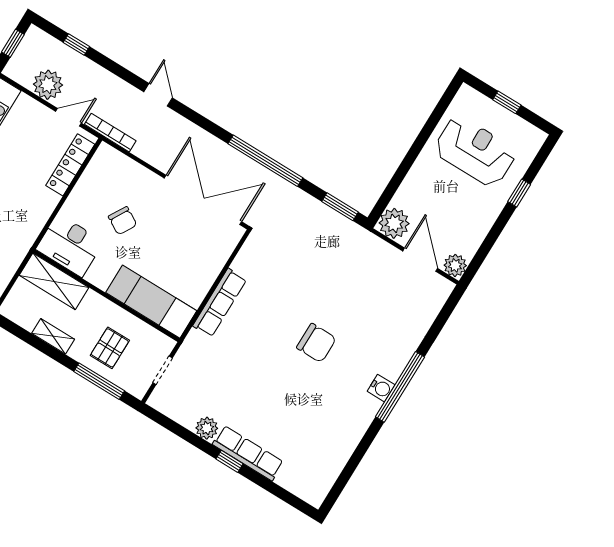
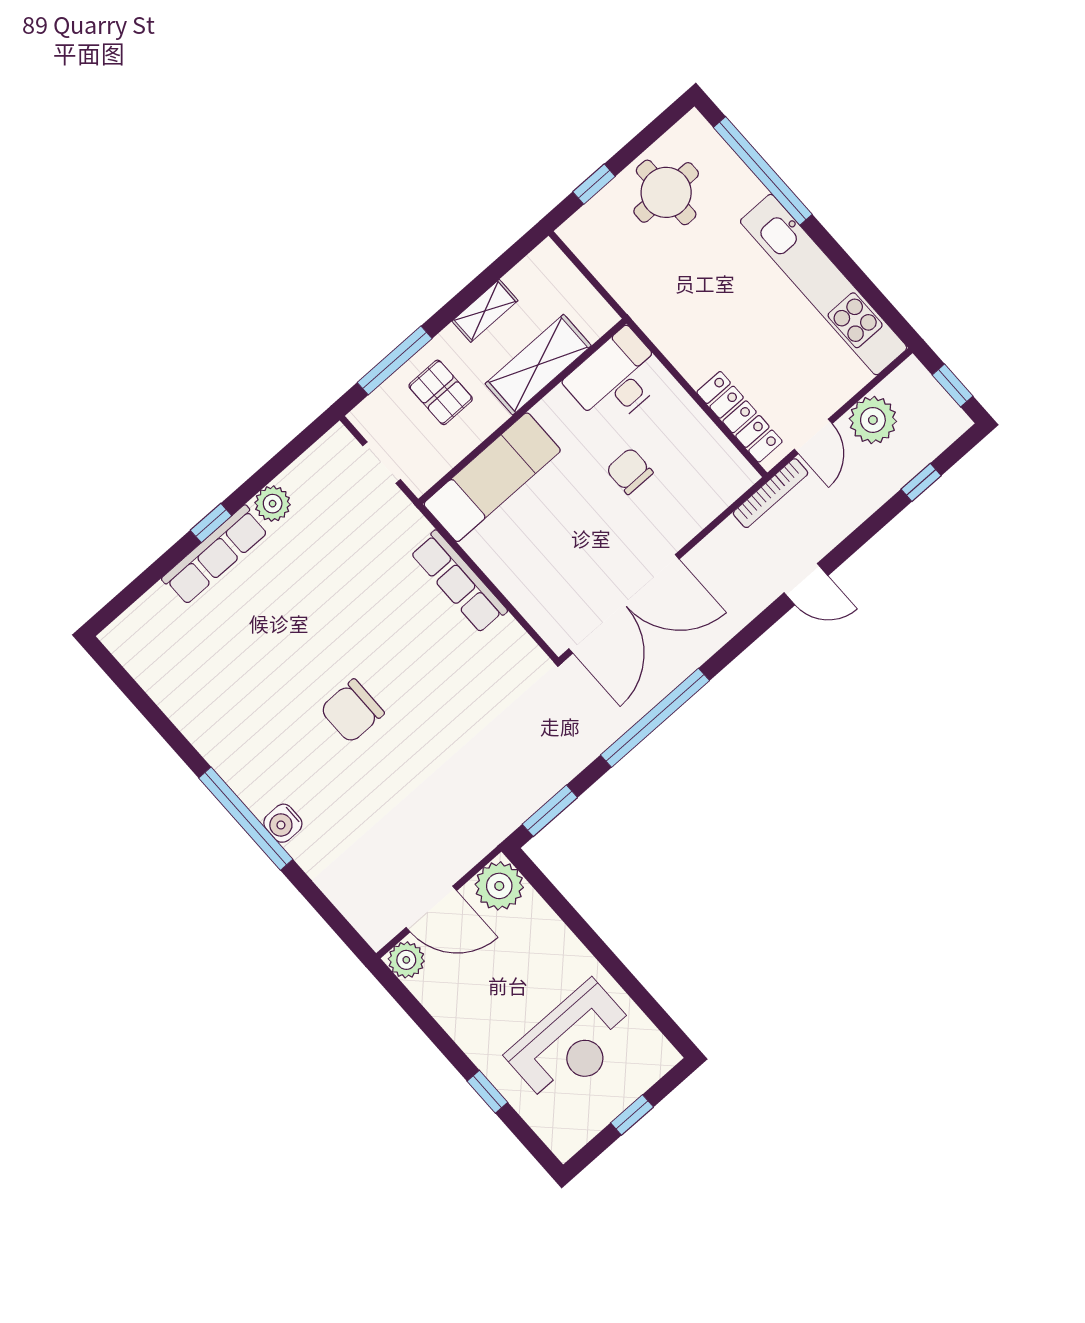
chair: (123, 221) -> (630, 471), turned 60
shelving: (54, 281) -> (538, 365), moved
water cooler: (381, 388) -> (283, 823), moved

